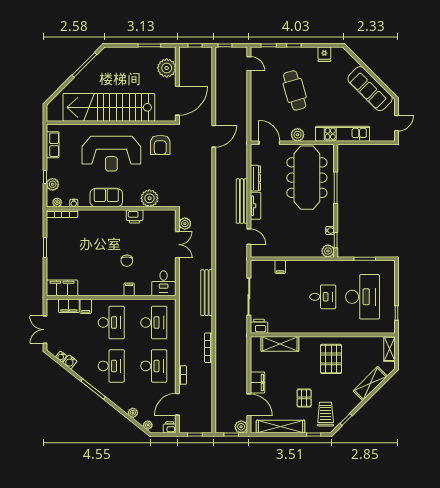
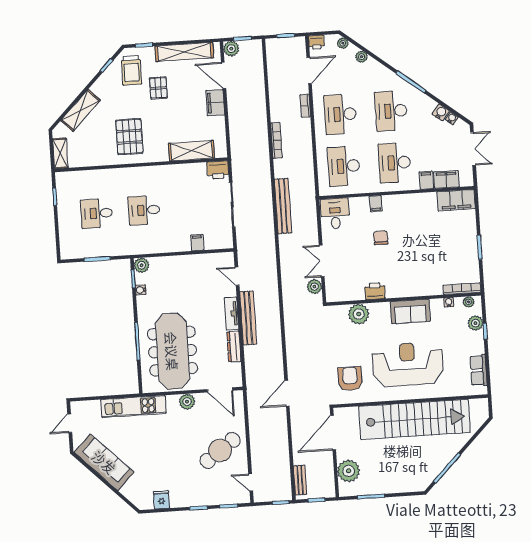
bench: (208, 63) -> (300, 480), added
cafe table: (295, 90) -> (220, 450), moved, turned 70
desk: (362, 297) -> (97, 213), width x0.53, depth x0.77

